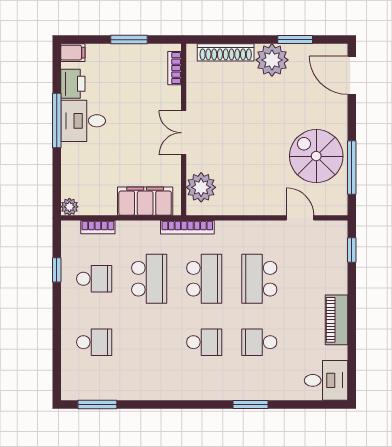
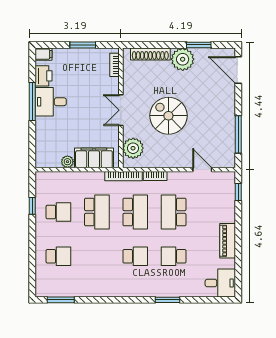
spiral stairs: (316, 156) -> (168, 116), moved
plant: (69, 207) -> (67, 162), moved
bookcase: (98, 227) -> (155, 176), moved

